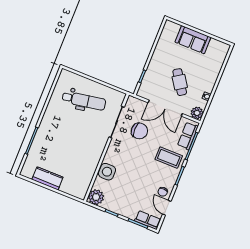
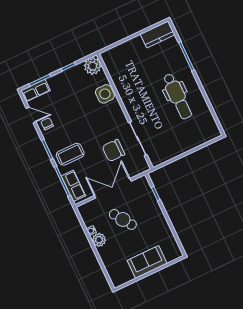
dental chair: (84, 101) -> (177, 96), moved, turned -80
plant: (197, 113) -> (99, 240), moved
kitchen counter: (47, 178) -> (158, 34), moved

